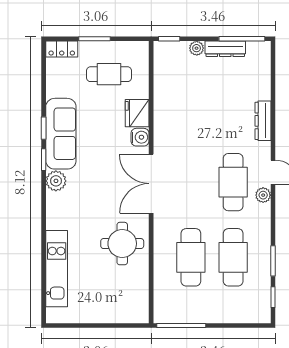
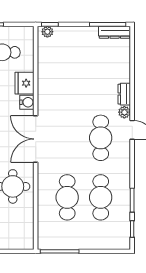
plant: (197, 48) -> (47, 32), moved
dresser: (225, 49) -> (115, 32), moved
dresser: (263, 121) -> (124, 94), width x0.70
plant: (263, 195) -> (124, 112), moved

